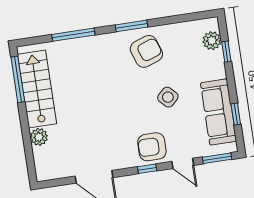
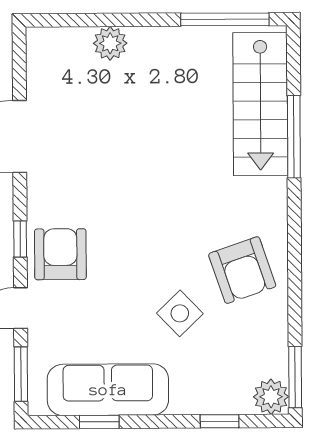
window: (131, 26) -> (295, 377), moved
plant: (212, 41) -> (271, 397), moved
stairs: (37, 89) -> (260, 104), moved, turned 90
side table: (168, 97) -> (180, 313), moved

